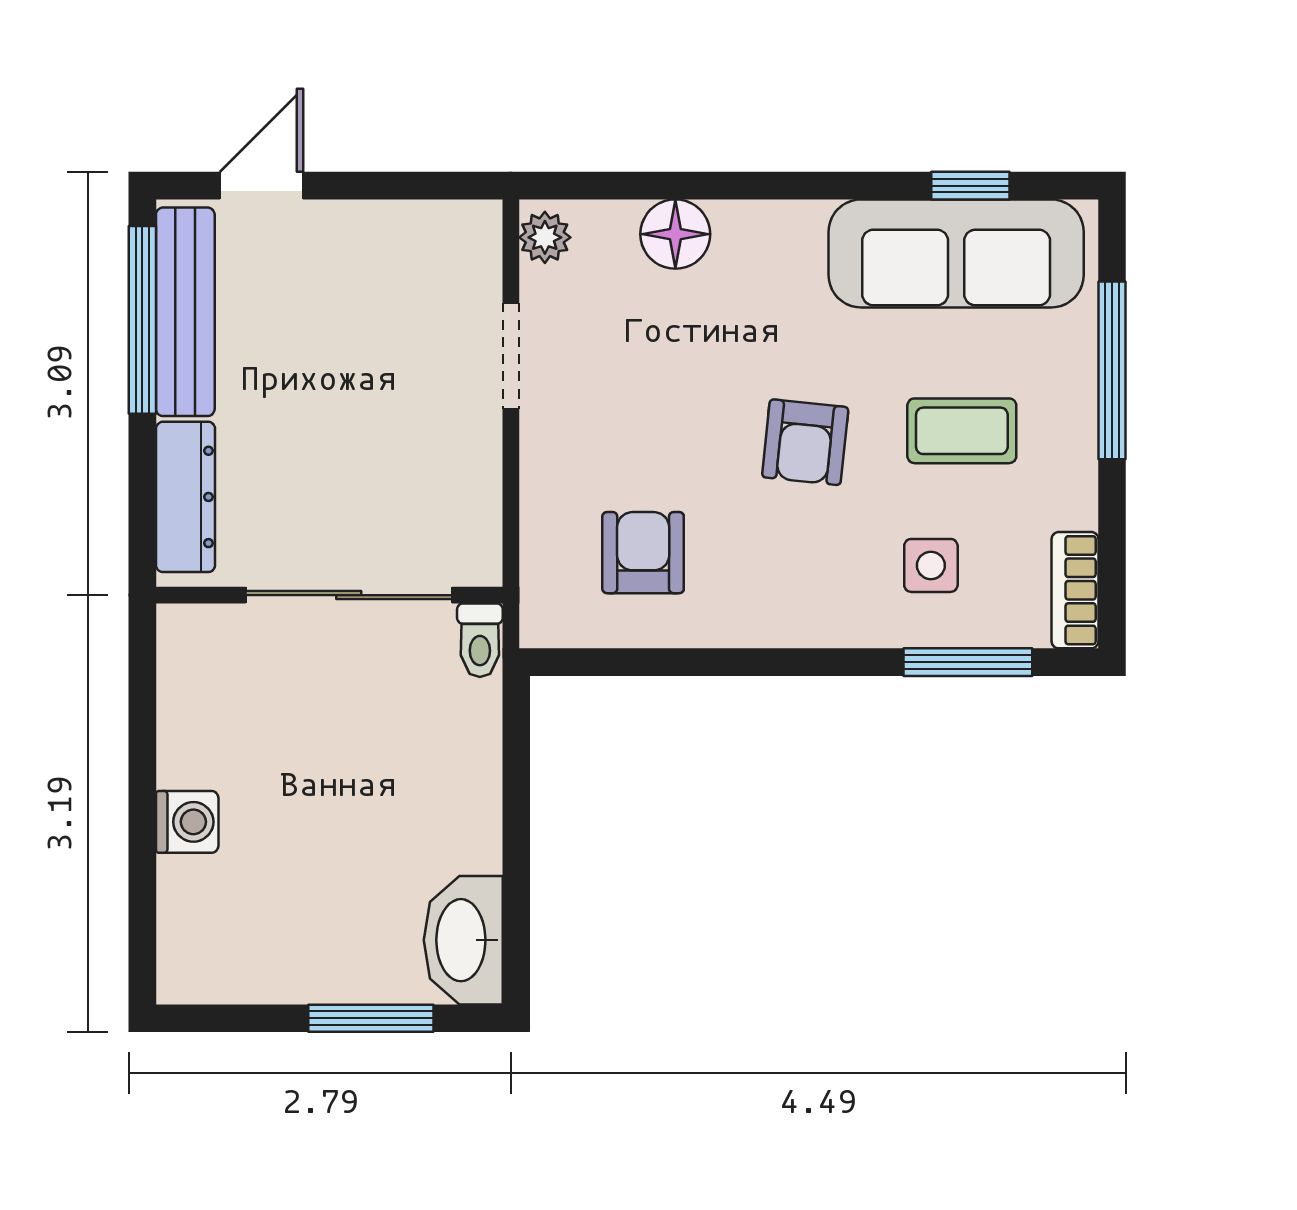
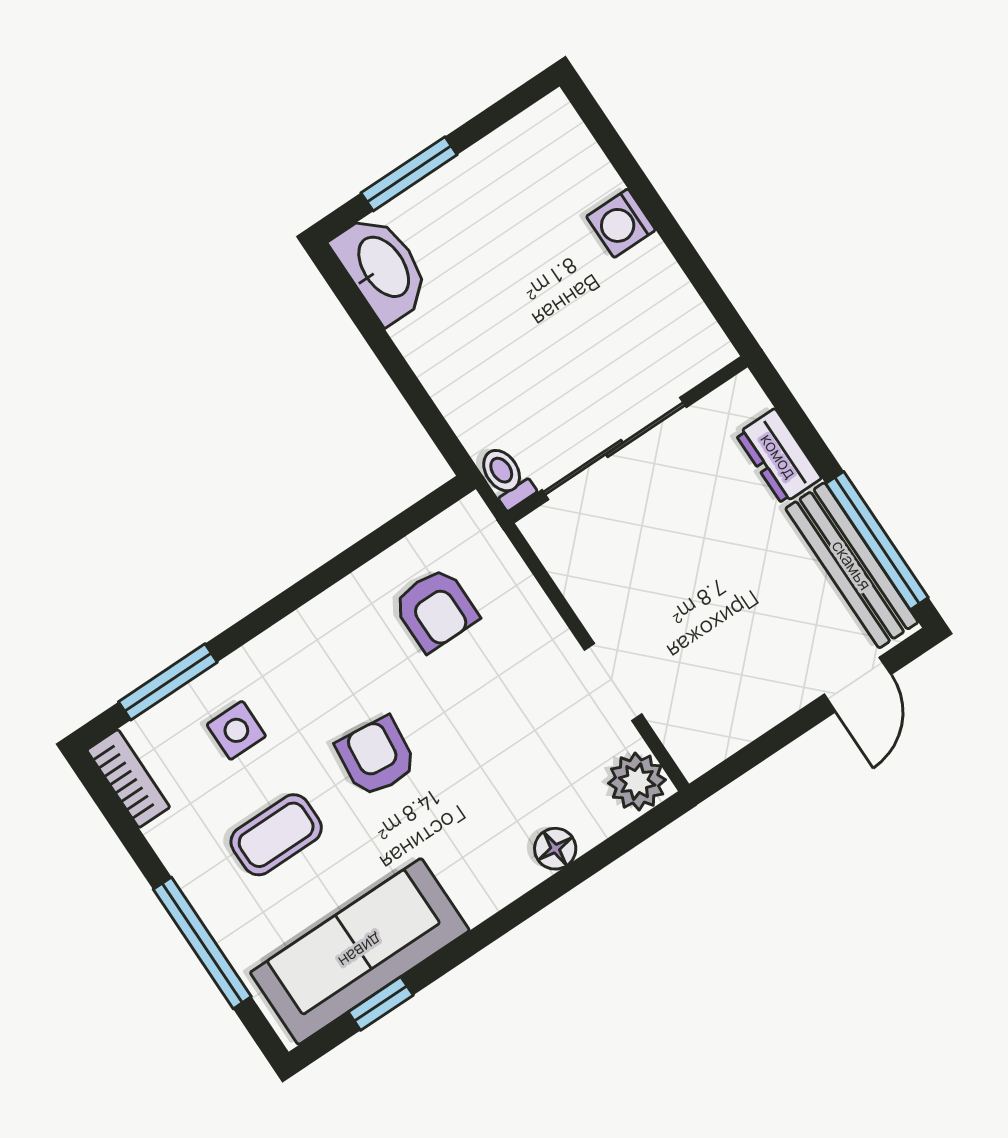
floor lamp: (675, 234) -> (555, 849), width x0.73, depth x0.73
plant: (545, 237) -> (637, 782), width x1.38, depth x1.38
dresser: (186, 497) -> (779, 456), width x0.70

